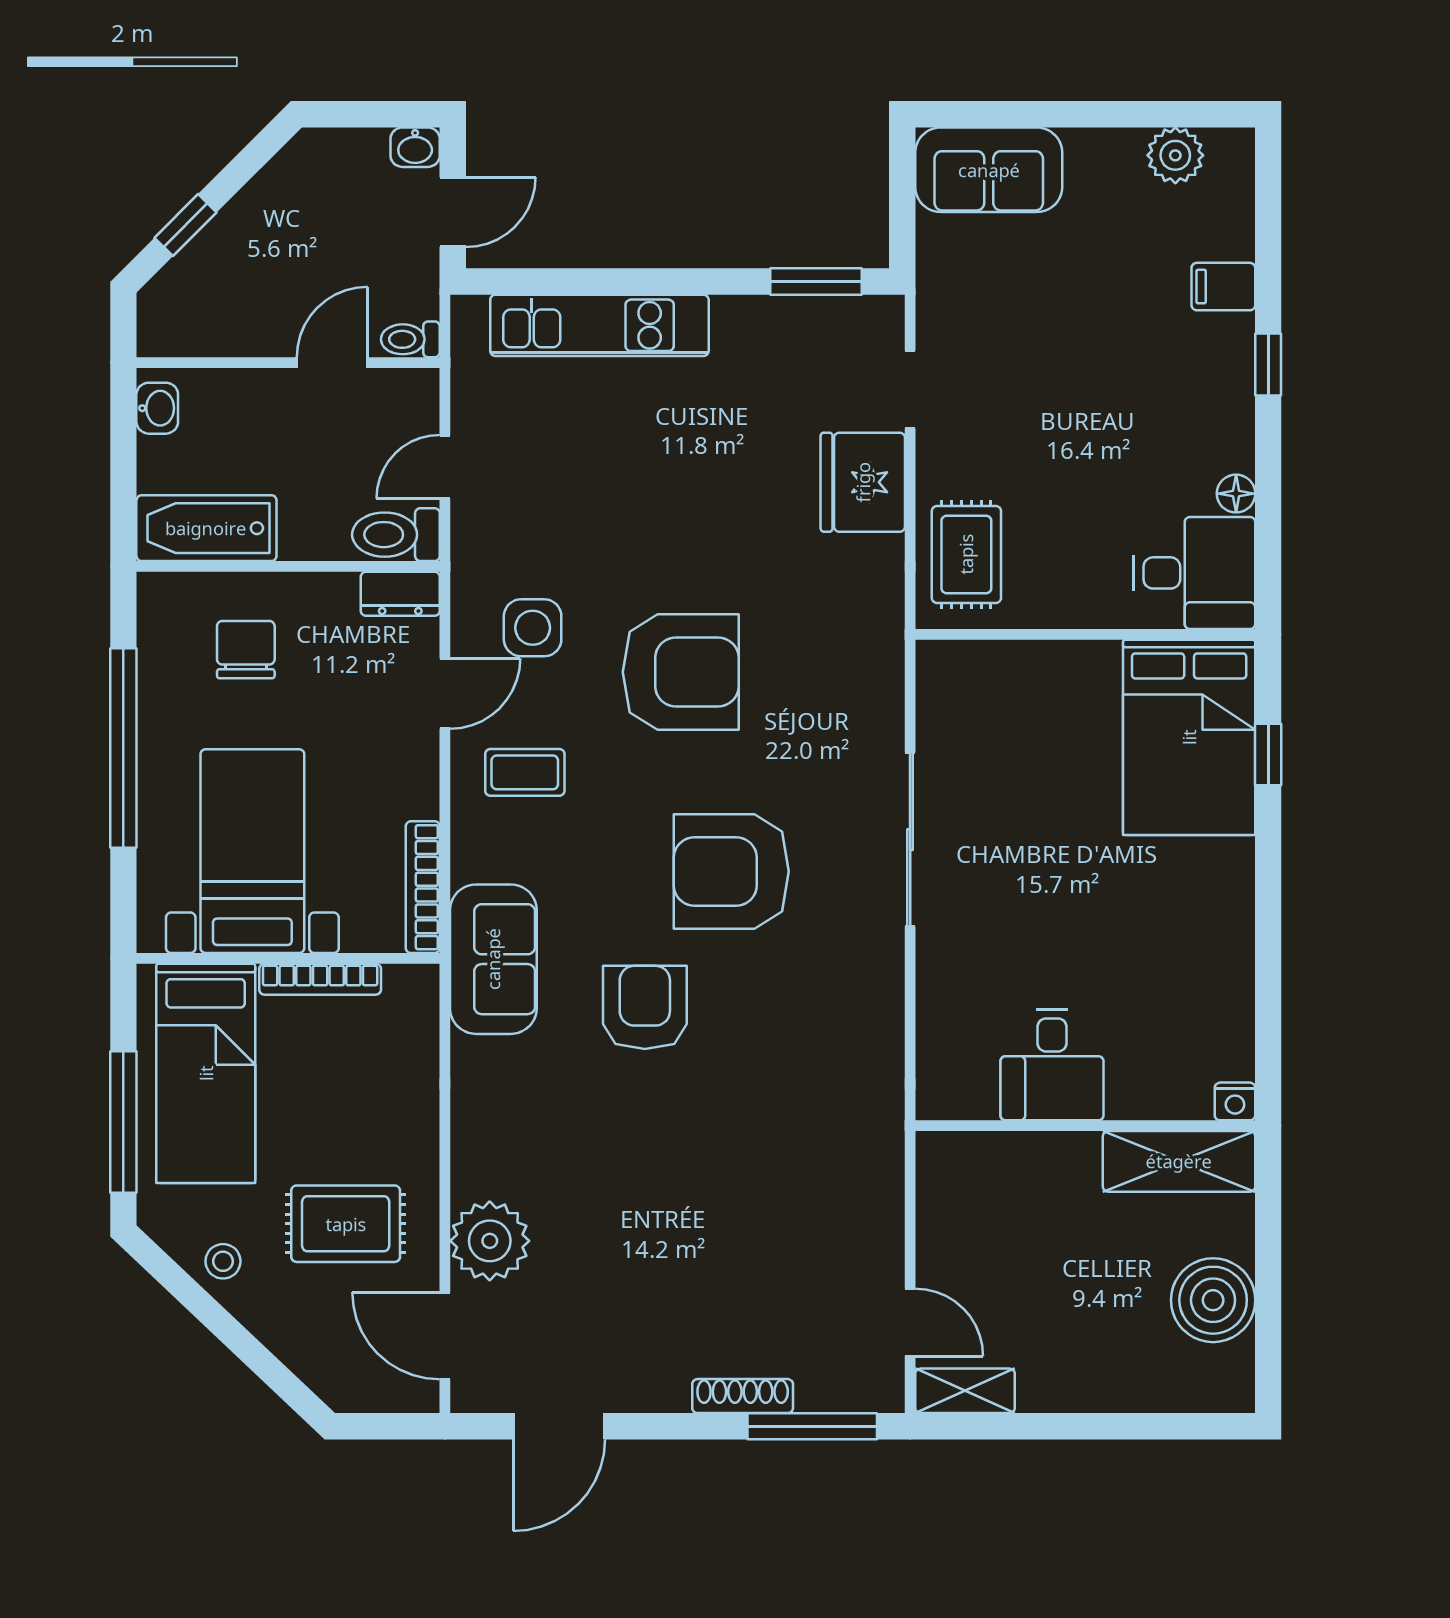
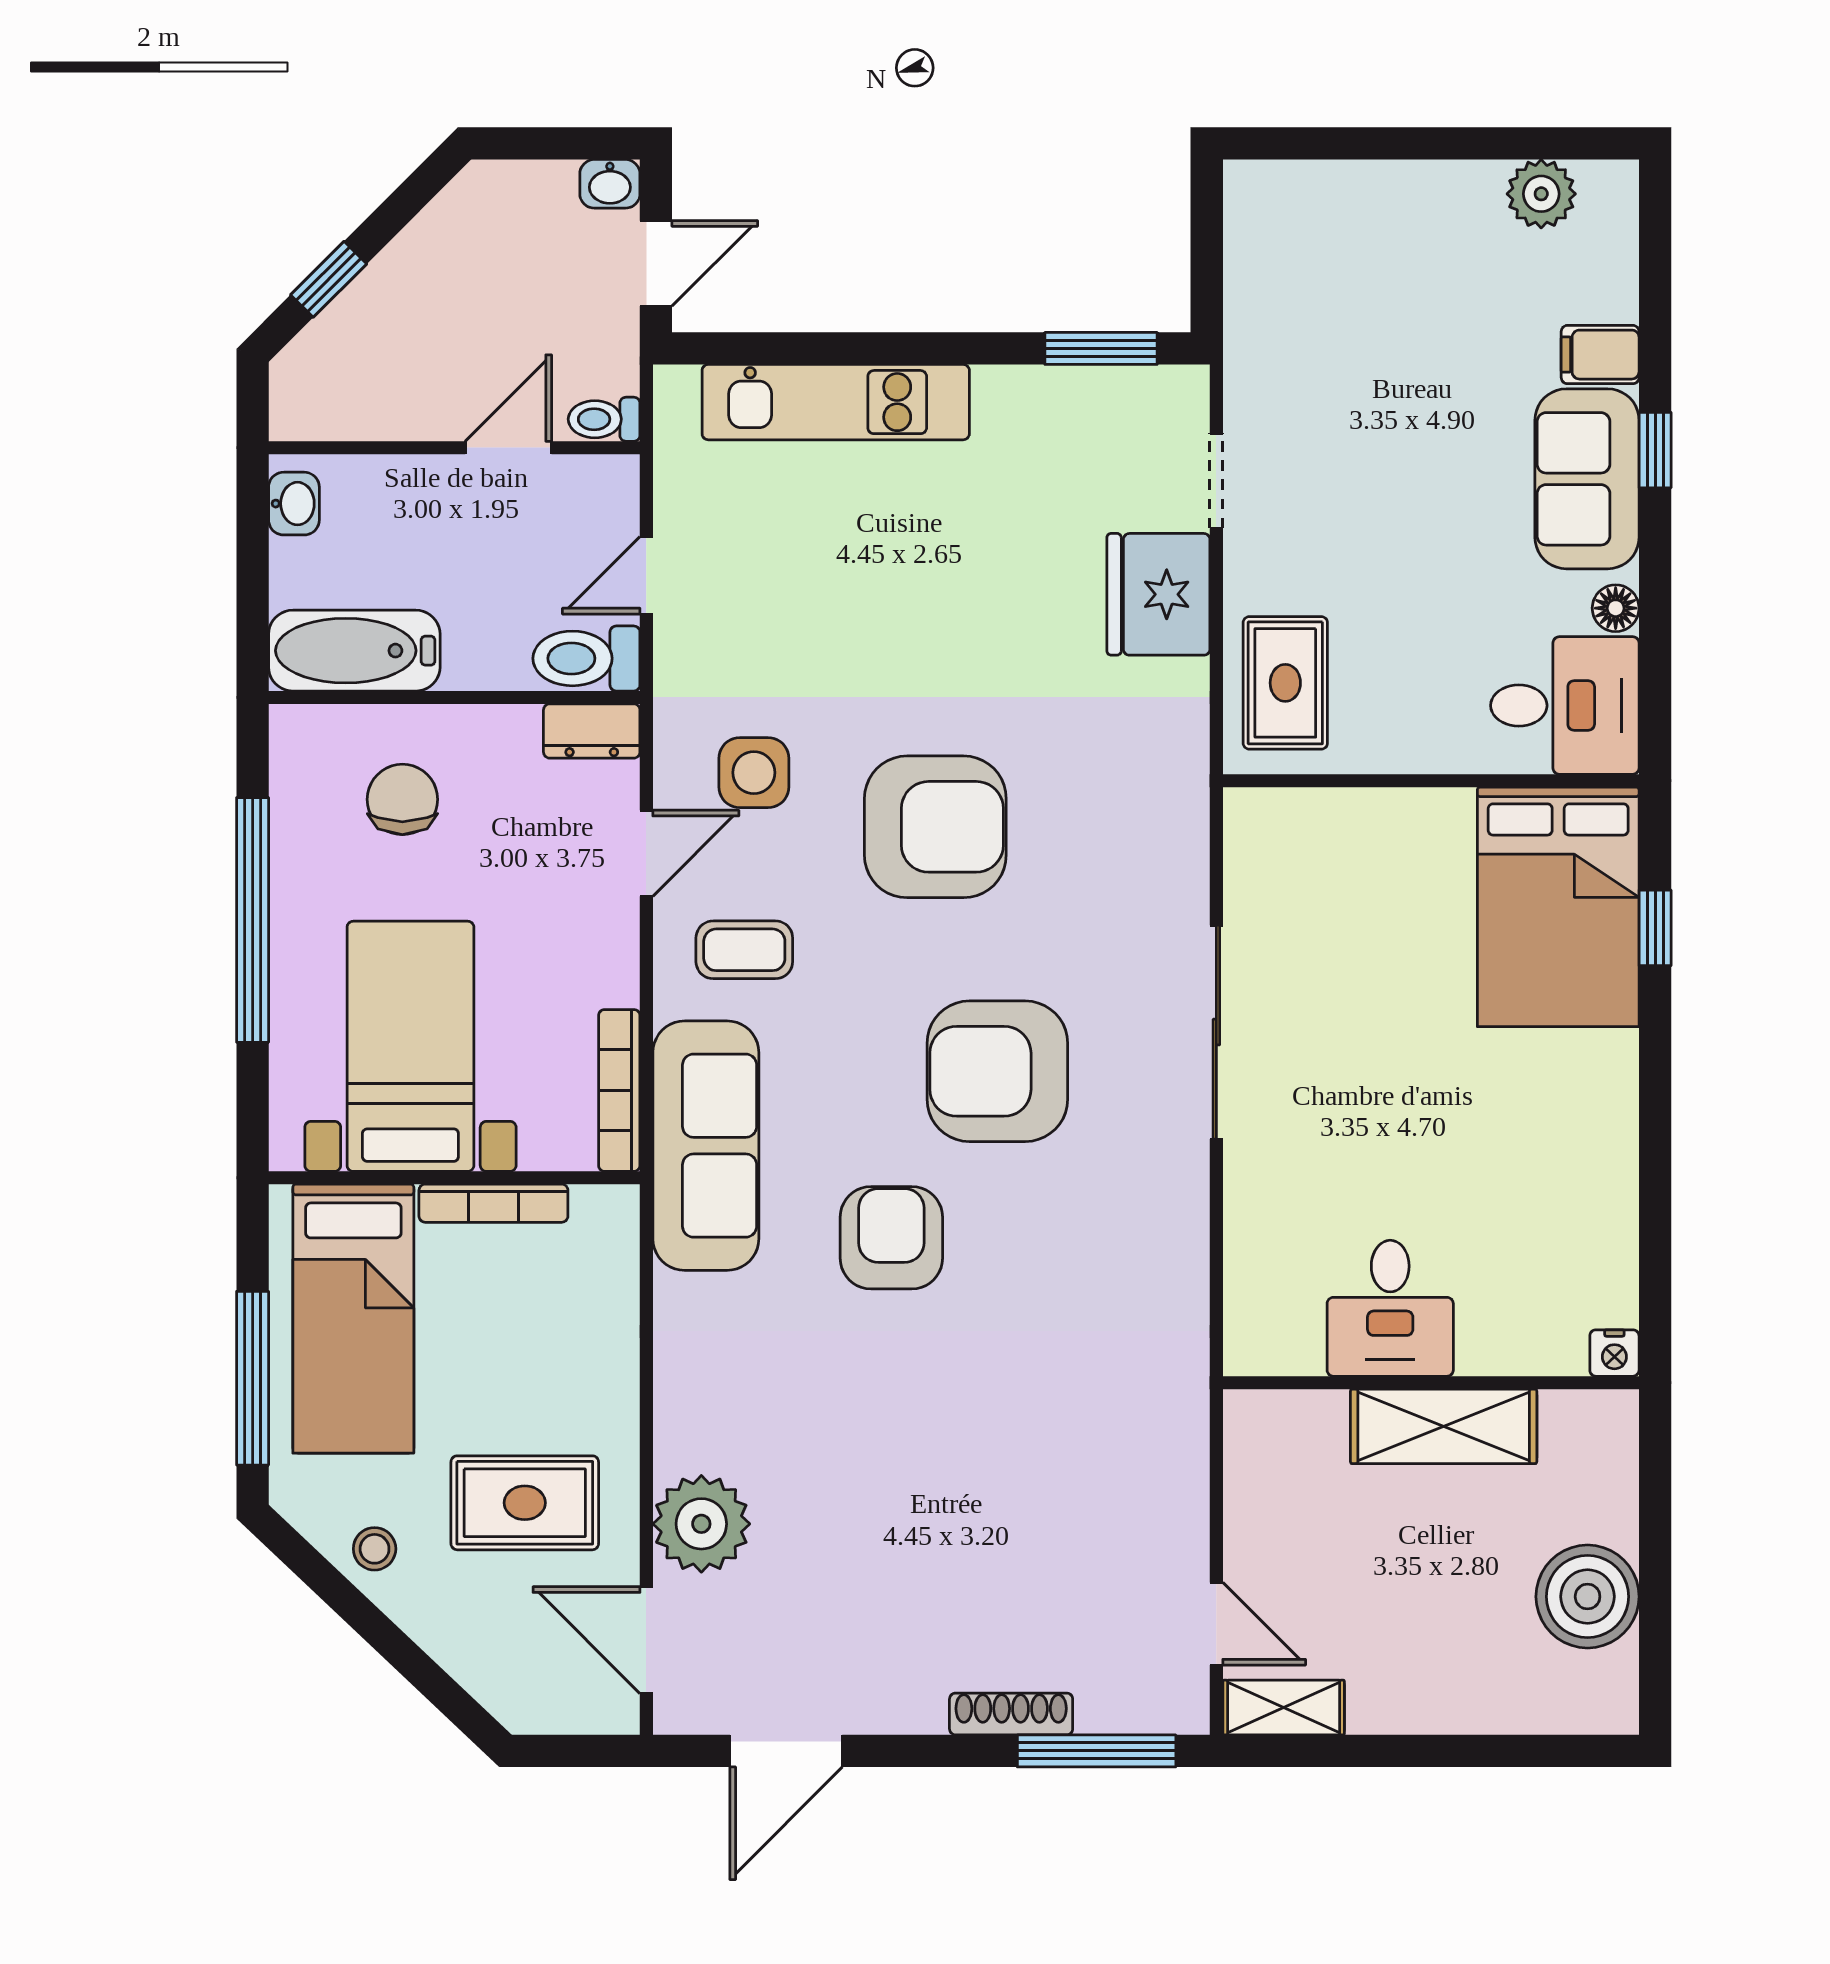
sofa: (989, 170) -> (1587, 479), moved, turned 90
sofa: (493, 959) -> (706, 1146), width x1.36
shelving: (1179, 1161) -> (1444, 1426), moved

